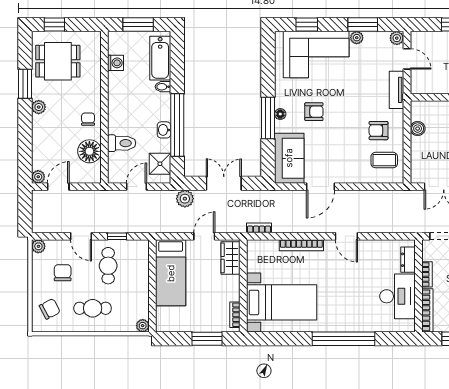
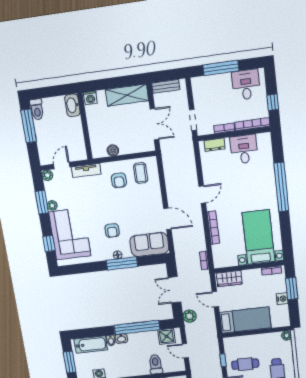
armchair: (314, 112) -> (112, 230), turned 180
washbasin: (164, 130) -> (121, 339), moved
desk: (398, 296) -> (244, 149), width x0.73
nightstand: (195, 325) -> (282, 299), added

